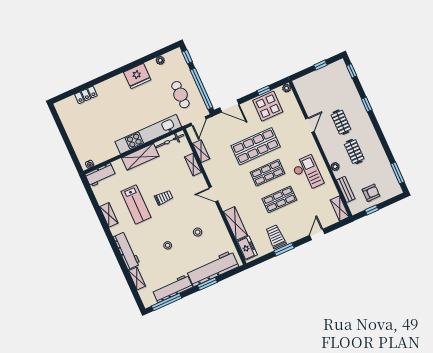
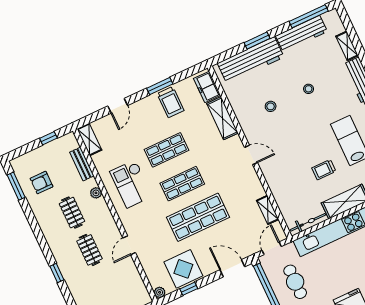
shelving: (193, 165) -> (278, 193), removed
armchair: (371, 193) -> (42, 183), moved
trolley: (164, 198) -> (324, 170), moved

